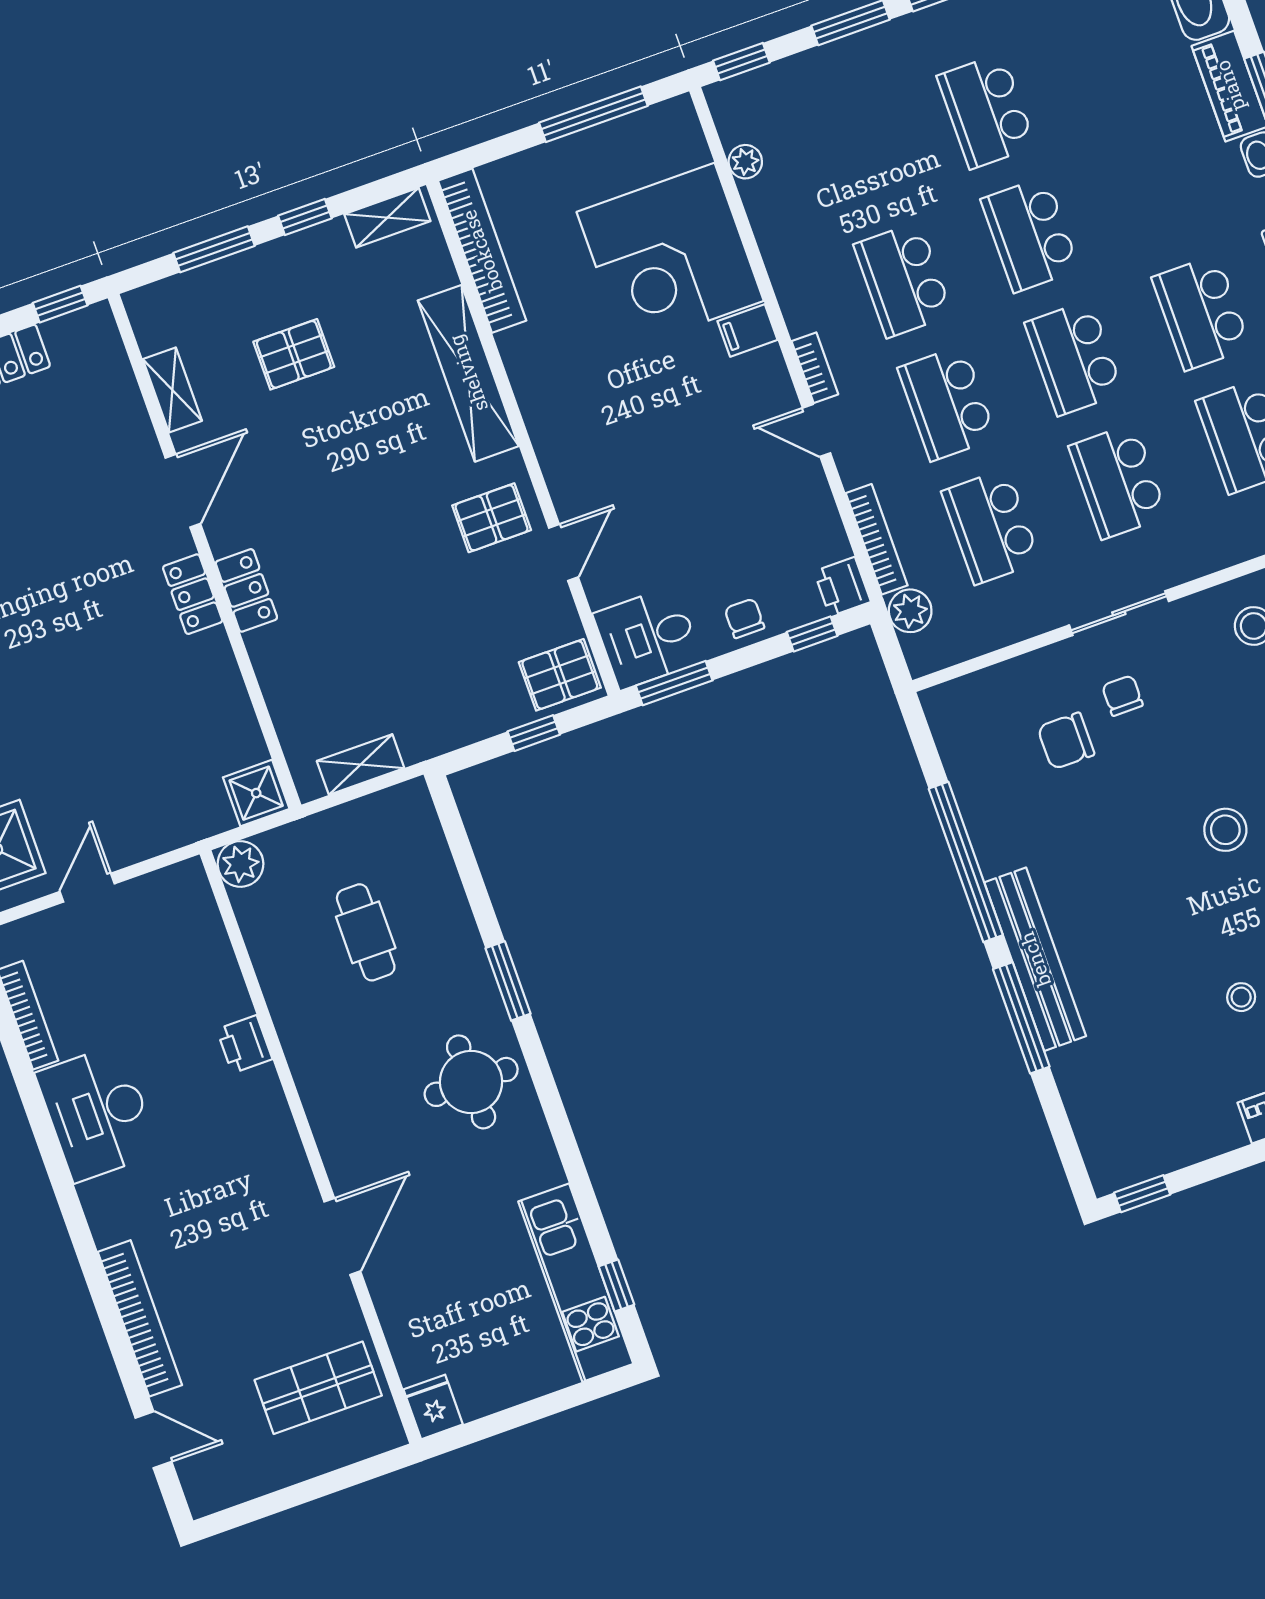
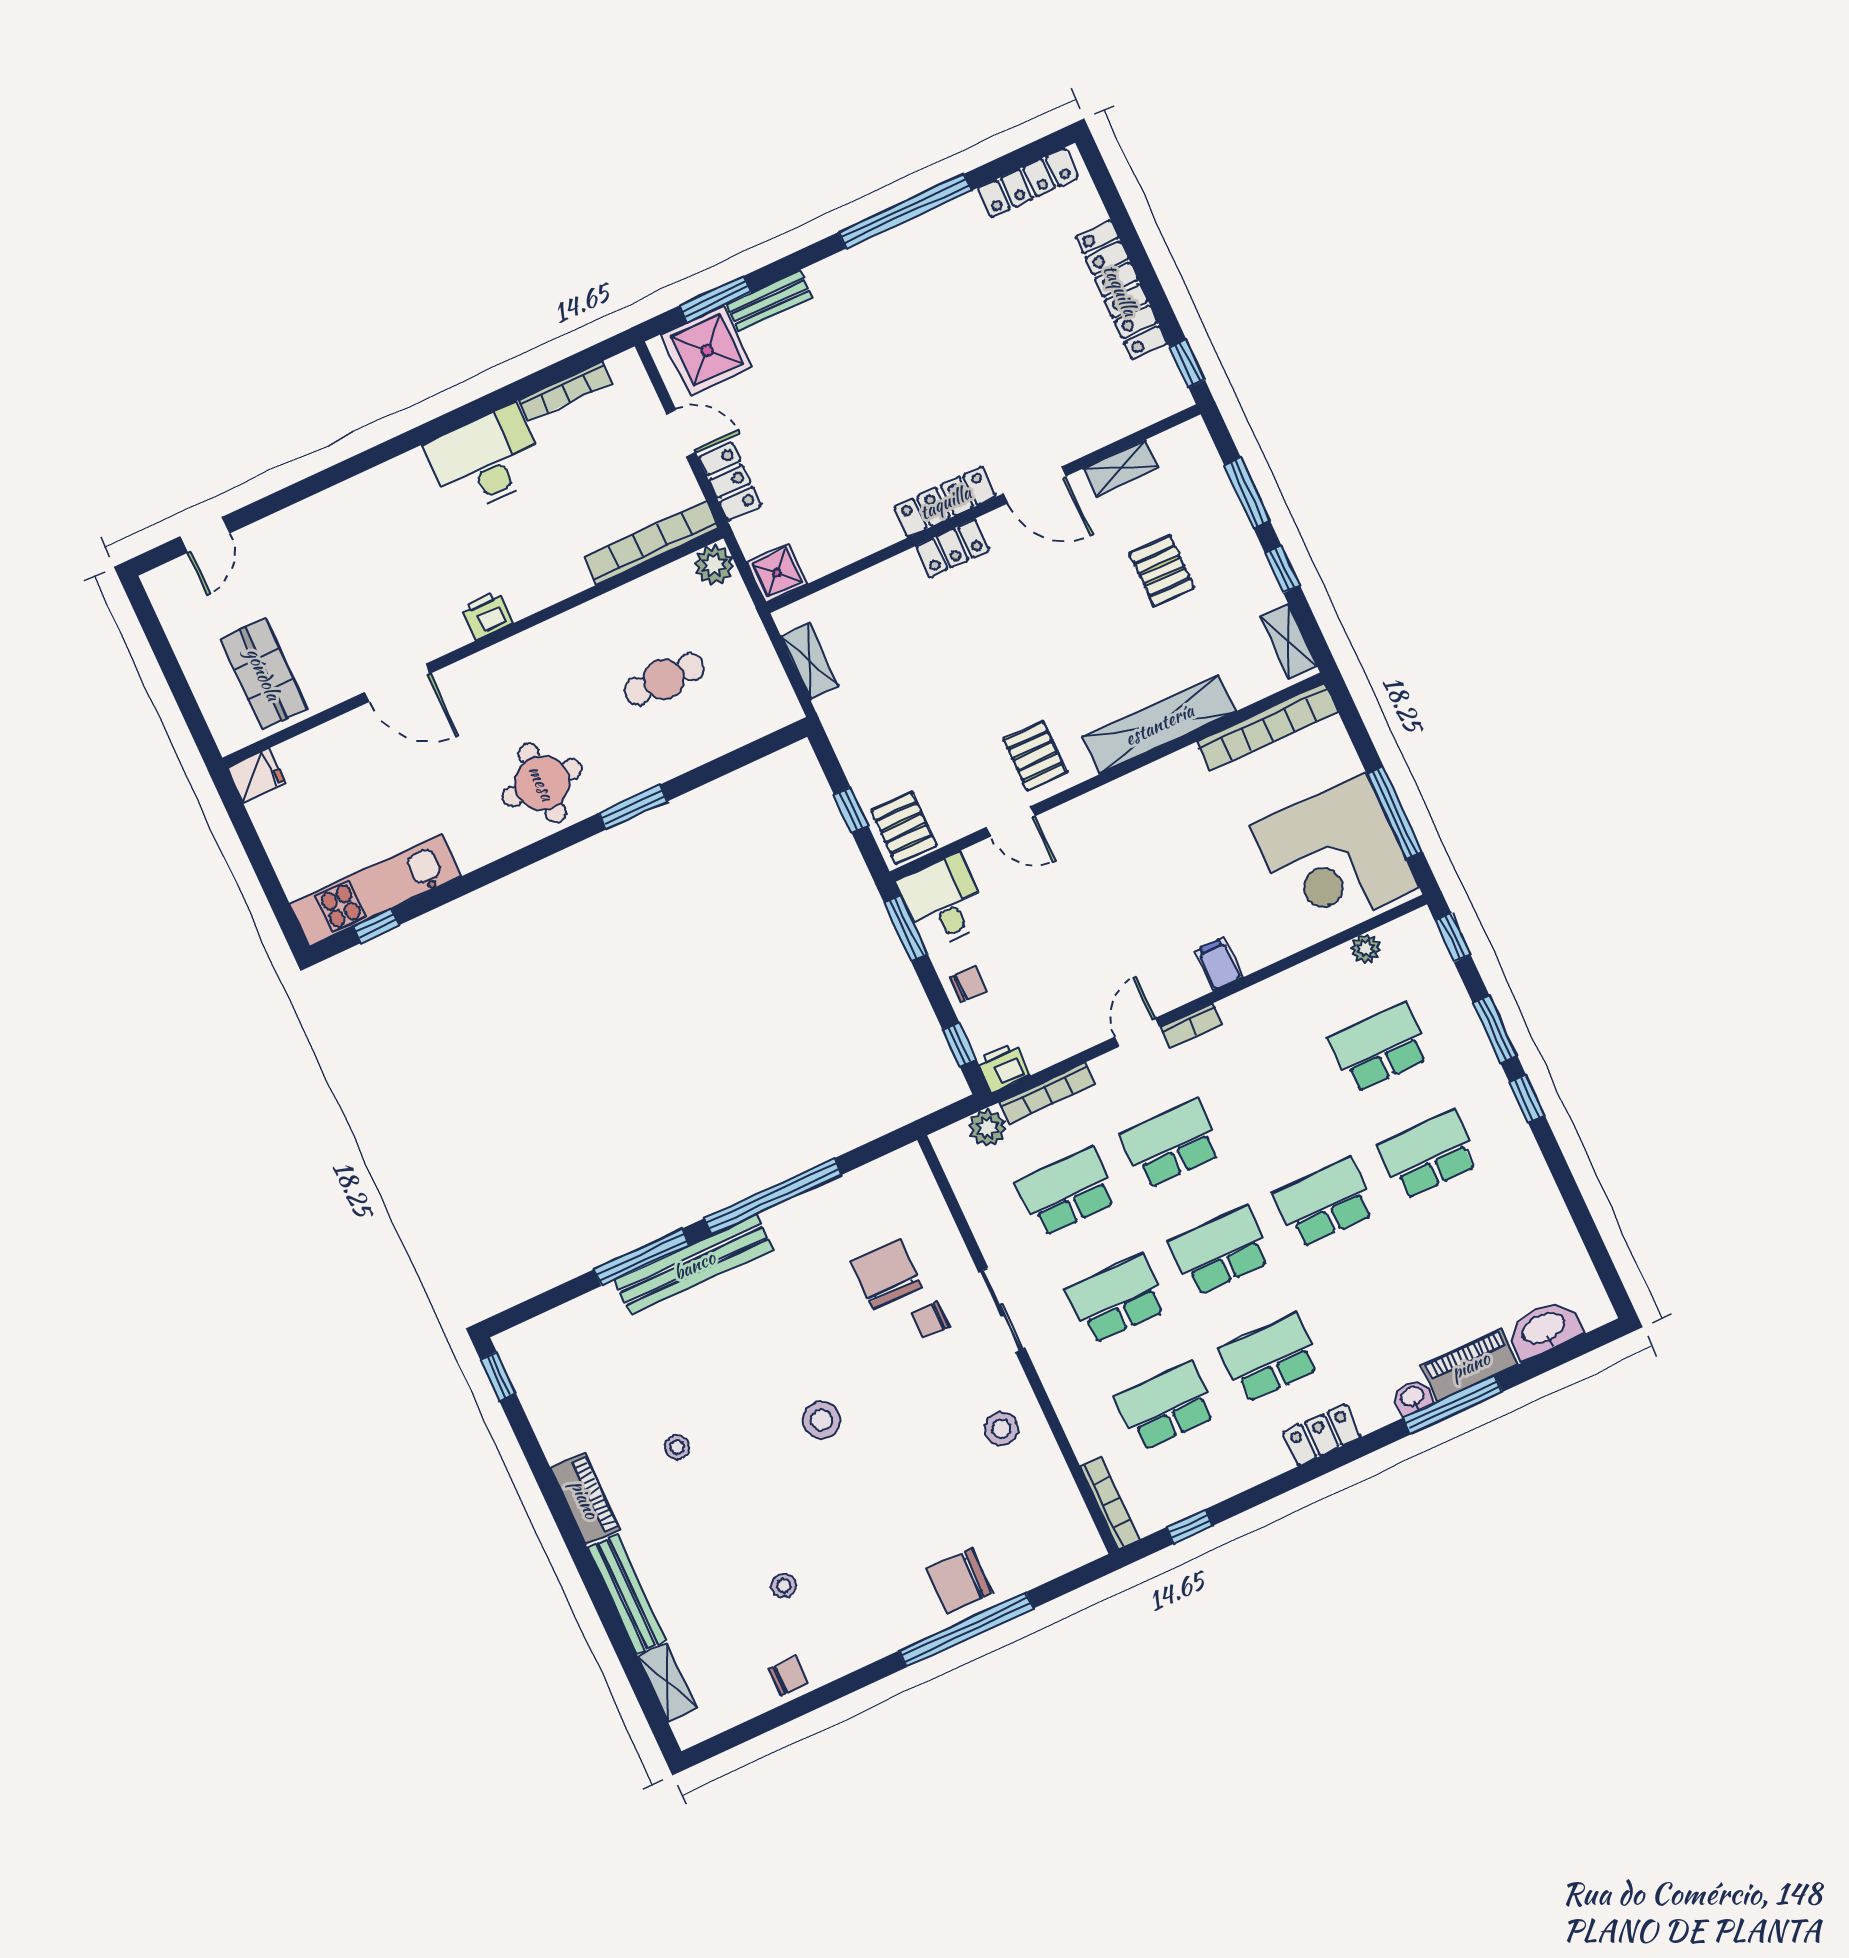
corner desk: (670, 256) -> (1335, 857), moved, turned -90
school desk: (903, 280) -> (1379, 1048), moved
locker: (193, 594) -> (945, 502), width x1.53
chair: (1122, 696) -> (930, 1320), turned 180
chair: (1066, 741) -> (886, 1274), width x1.37, depth x1.37
locker: (147, 837) -> (730, 481), added
printer: (244, 1044) -> (487, 615), moved
bookcase: (140, 1318) -> (651, 543), moved, turned 180

